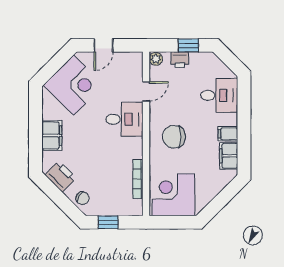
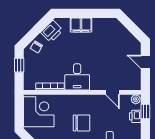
window: (188, 45) -> (145, 112), moved
corner desk: (74, 85) -> (117, 41), removed
desk: (124, 119) -> (77, 77), moved
chair: (174, 137) -> (81, 123), moved, turned 90

